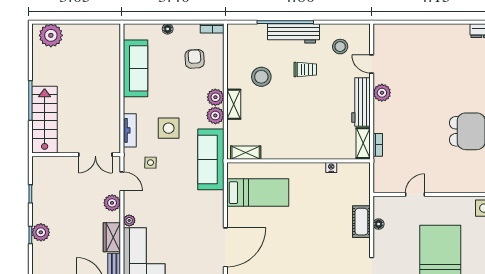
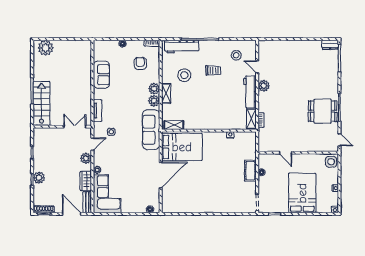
workbench: (294, 33) -> (182, 47), moved
sofa: (135, 68) -> (101, 75), width x0.73
side table: (169, 128) -> (123, 109), removed
double door: (95, 155) -> (75, 127), swing flipped
door: (122, 181) -> (92, 144), hinge flipped
bed: (258, 193) -> (182, 147), width x1.50
door: (415, 194) -> (286, 153), swing flipped
door: (225, 247) -> (161, 175), moved

